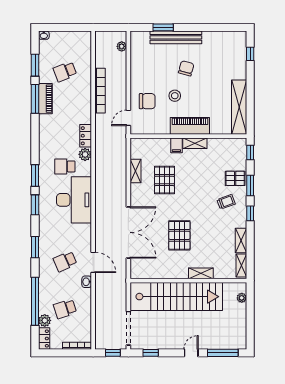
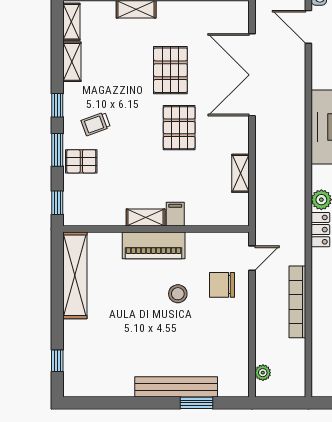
chair: (186, 68) -> (160, 337), removed
pallet: (164, 180) -> (179, 128), moved

